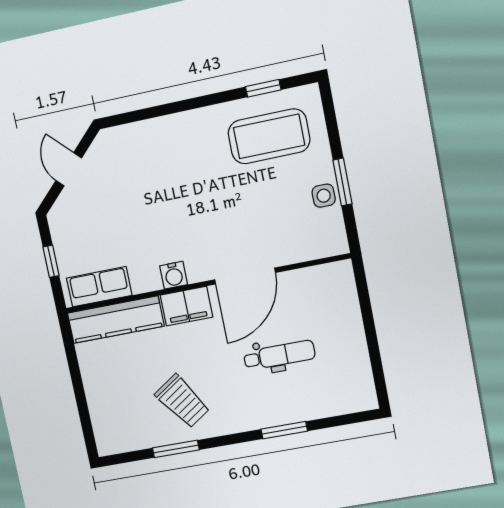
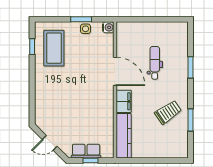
water cooler: (174, 275) -> (108, 27), moved
row of seats: (99, 287) -> (86, 151), moved, turned 90

